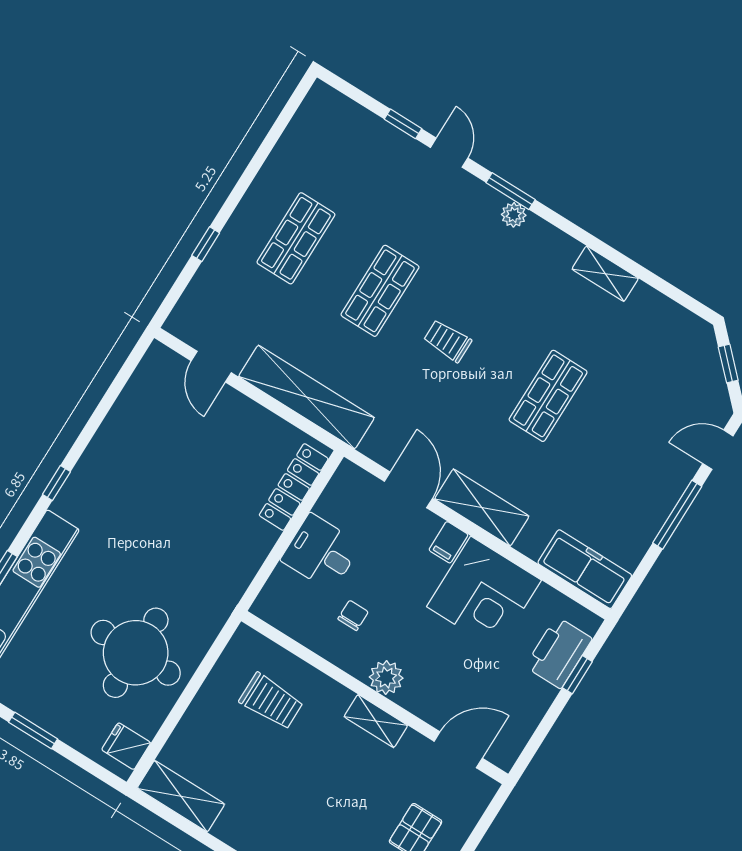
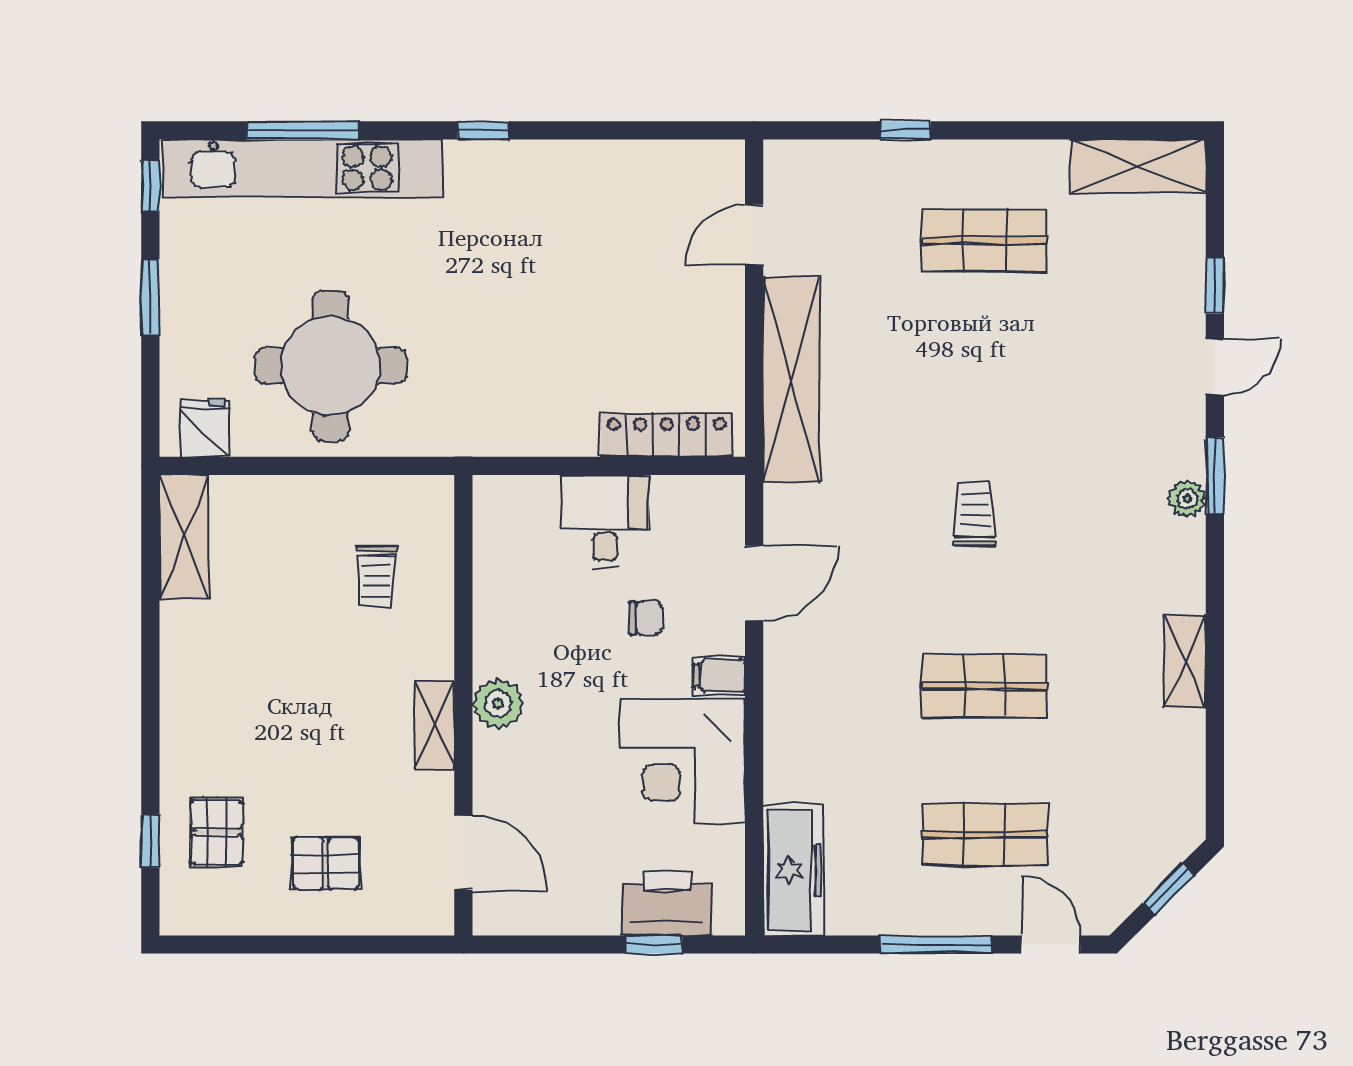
shop shelf: (380, 291) -> (985, 834), moved
shelving: (482, 507) -> (1139, 166), moved, turned 90
chair: (353, 615) -> (646, 618), moved
trolley: (271, 701) -> (377, 577), width x0.73, depth x0.72

